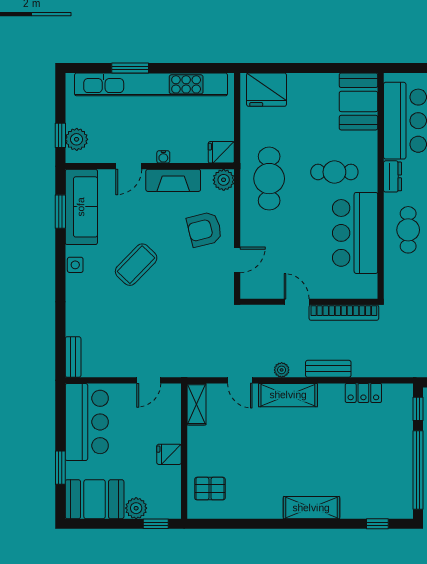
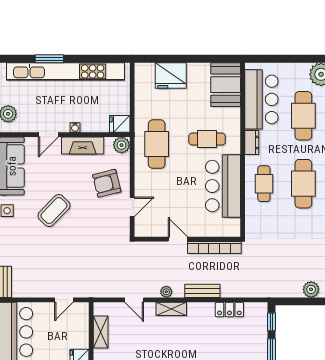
fridge: (267, 90) -> (171, 76), moved
shelving: (288, 395) -> (171, 309), width x0.67, depth x0.75
shelving: (196, 404) -> (101, 332), moved

